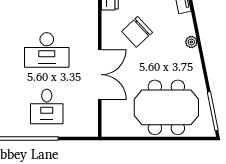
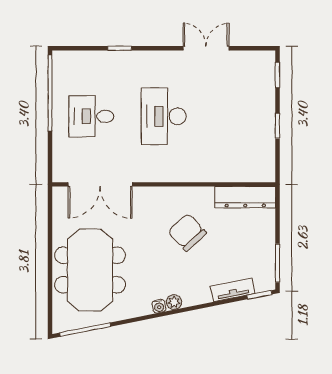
water cooler: (195, 54) -> (159, 306), added
double door: (100, 75) -> (100, 184), moved

